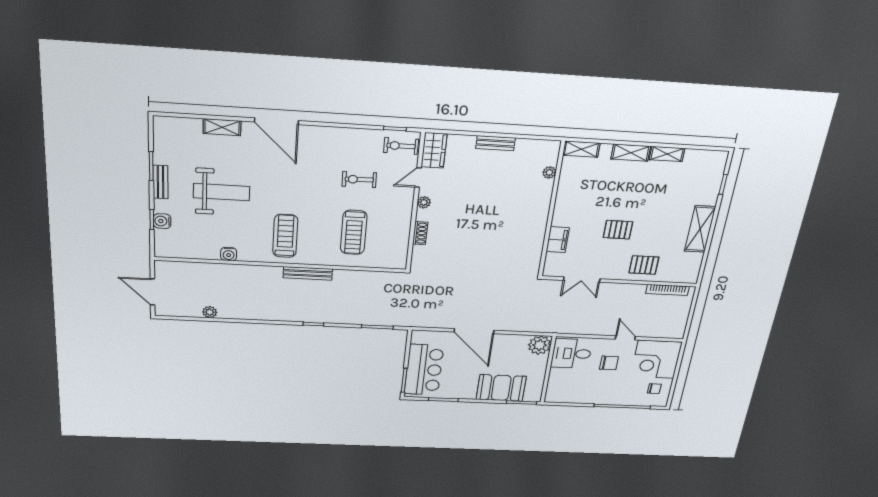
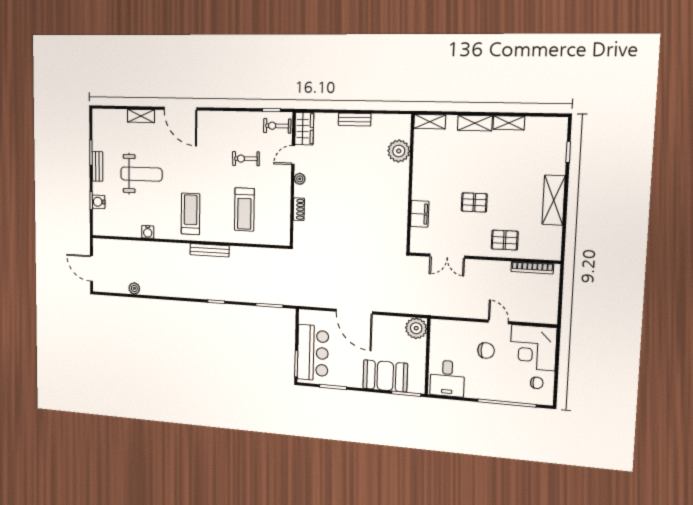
plant: (549, 172) -> (399, 151), width x1.87, depth x1.87
desk: (572, 354) -> (447, 378), moved, turned -90

